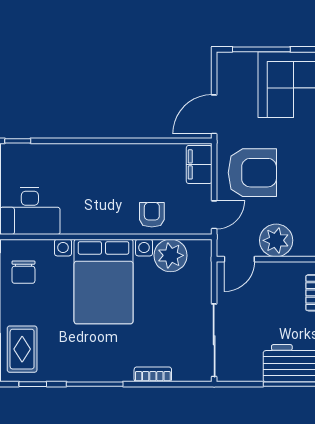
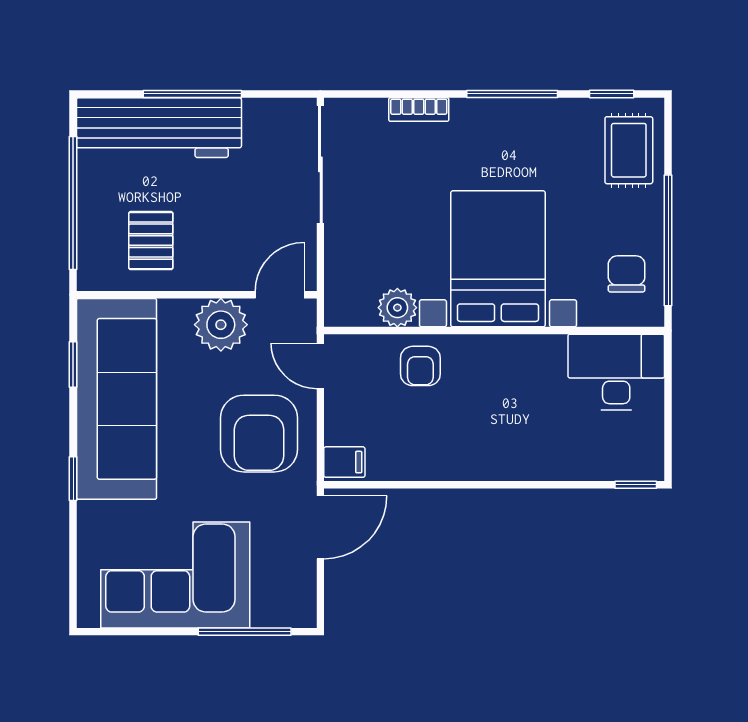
filing cabinet: (199, 164) -> (344, 462), width x0.50
armchair: (252, 173) -> (259, 434), turned -90
door: (214, 215) -> (320, 366), hinge flipped
plant: (171, 255) -> (397, 308), width x0.73, depth x0.73

